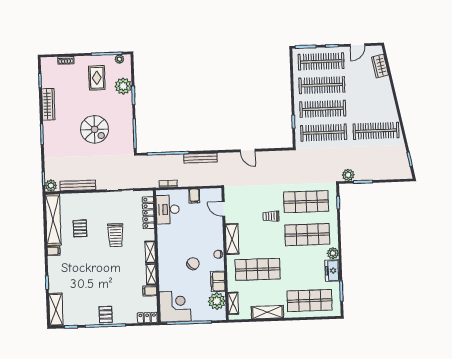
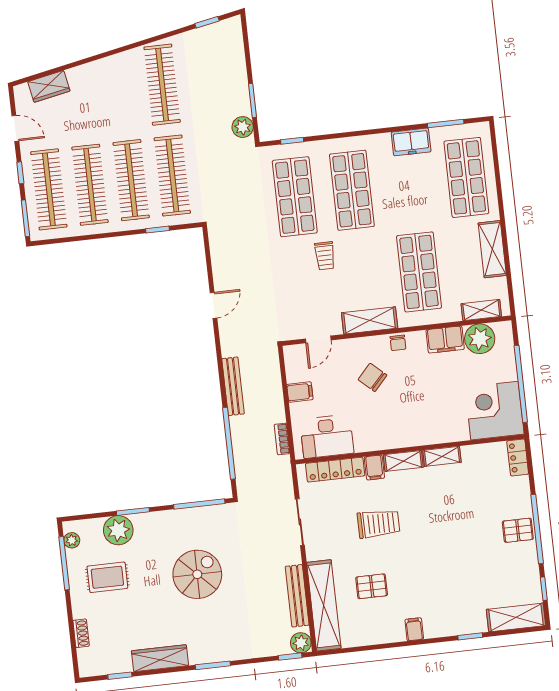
shelving: (53, 220) -> (324, 605), moved, turned 90
plant: (333, 253) -> (381, 143), removed
chair: (193, 264) -> (372, 377), moved
filing cabinet: (150, 291) -> (374, 468), moved

